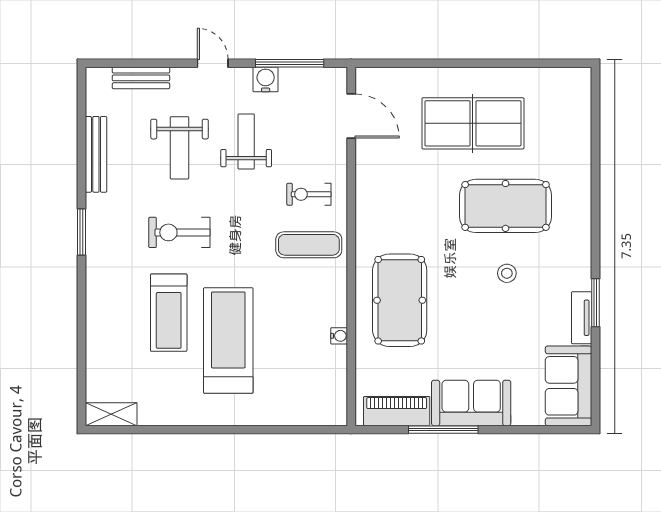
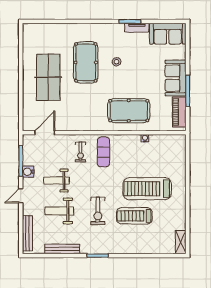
bench: (141, 78) -> (27, 233), width x1.36
weight bench: (180, 148) -> (59, 211), turned 180
treadmill: (169, 313) -> (134, 216), turned 180

